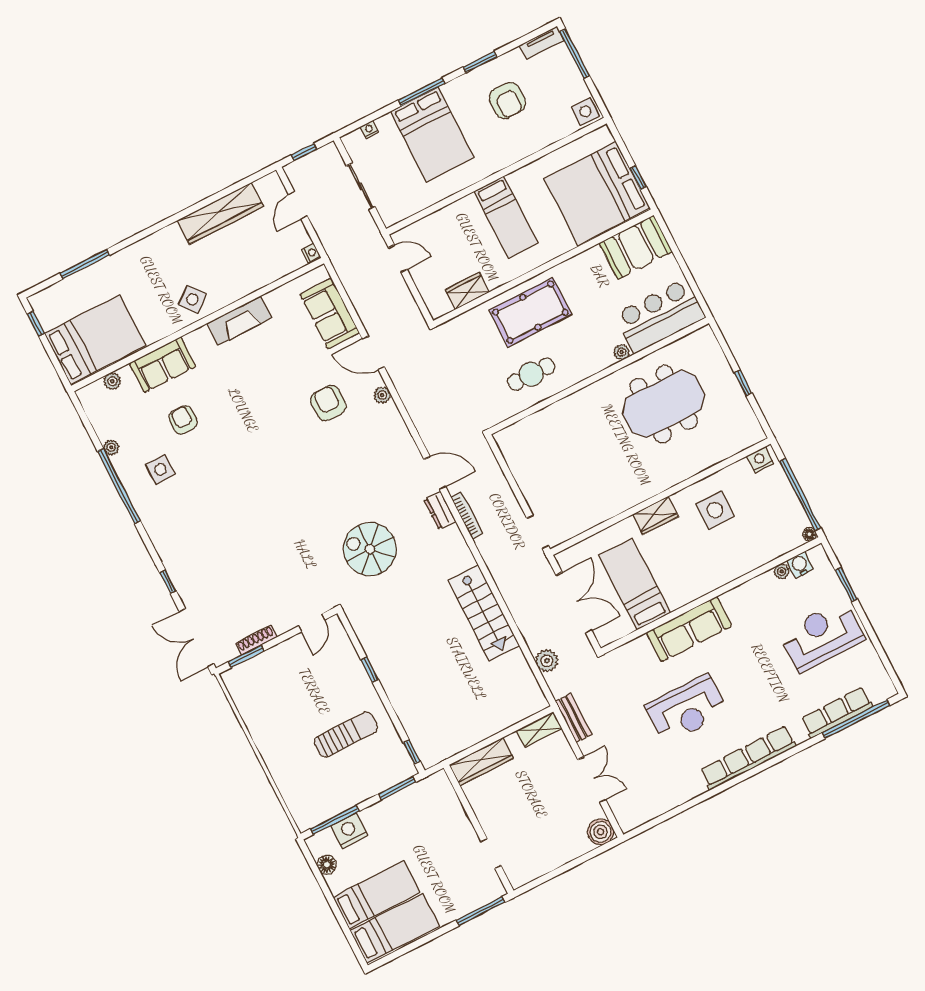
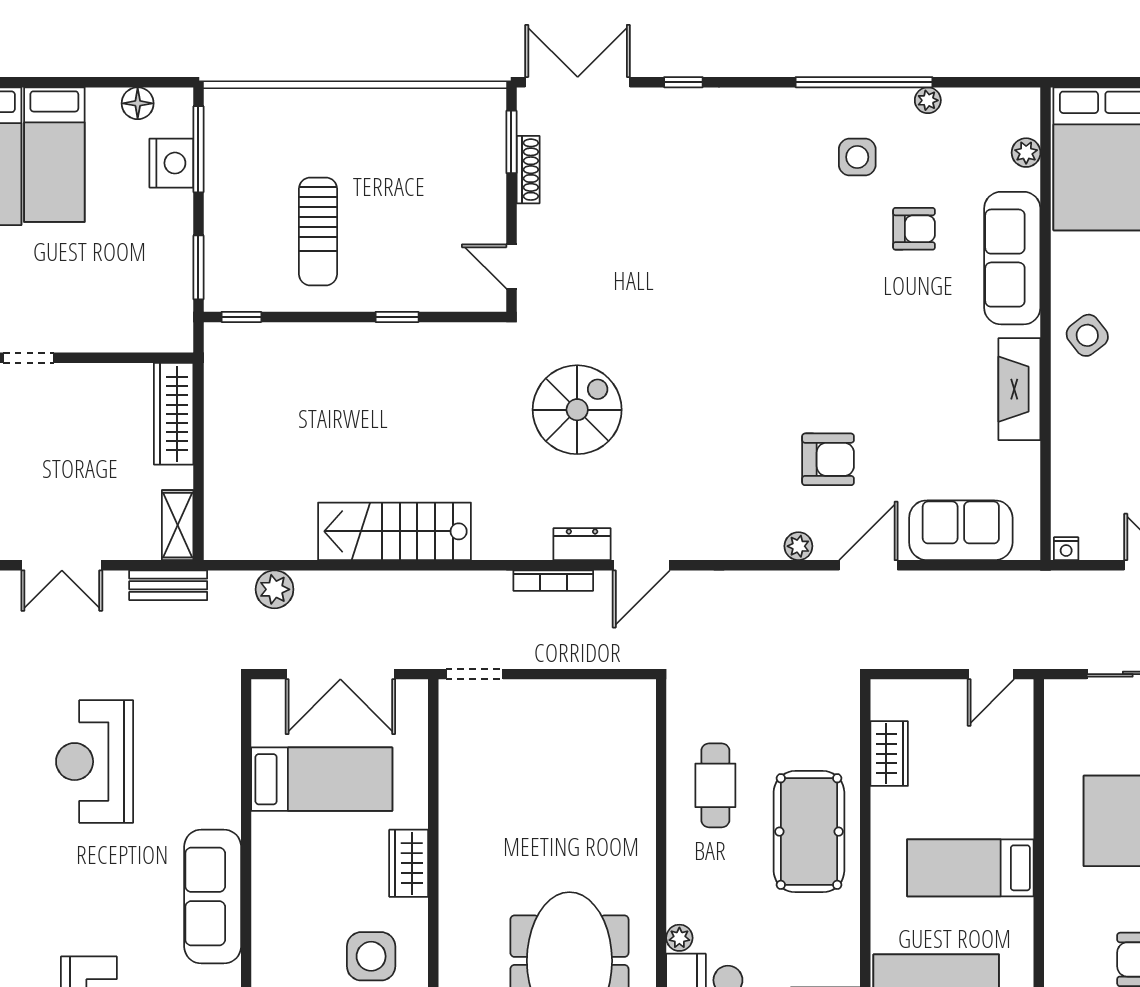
sofa: (163, 365) -> (1012, 258), width x1.36
sofa: (689, 629) -> (213, 897), moved

